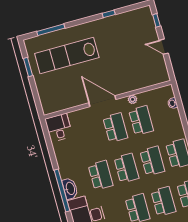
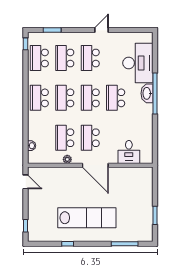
door: (164, 47) -> (25, 182), moved
lab bench: (67, 56) -> (87, 218), moved
desk: (59, 128) -> (129, 152), moved

